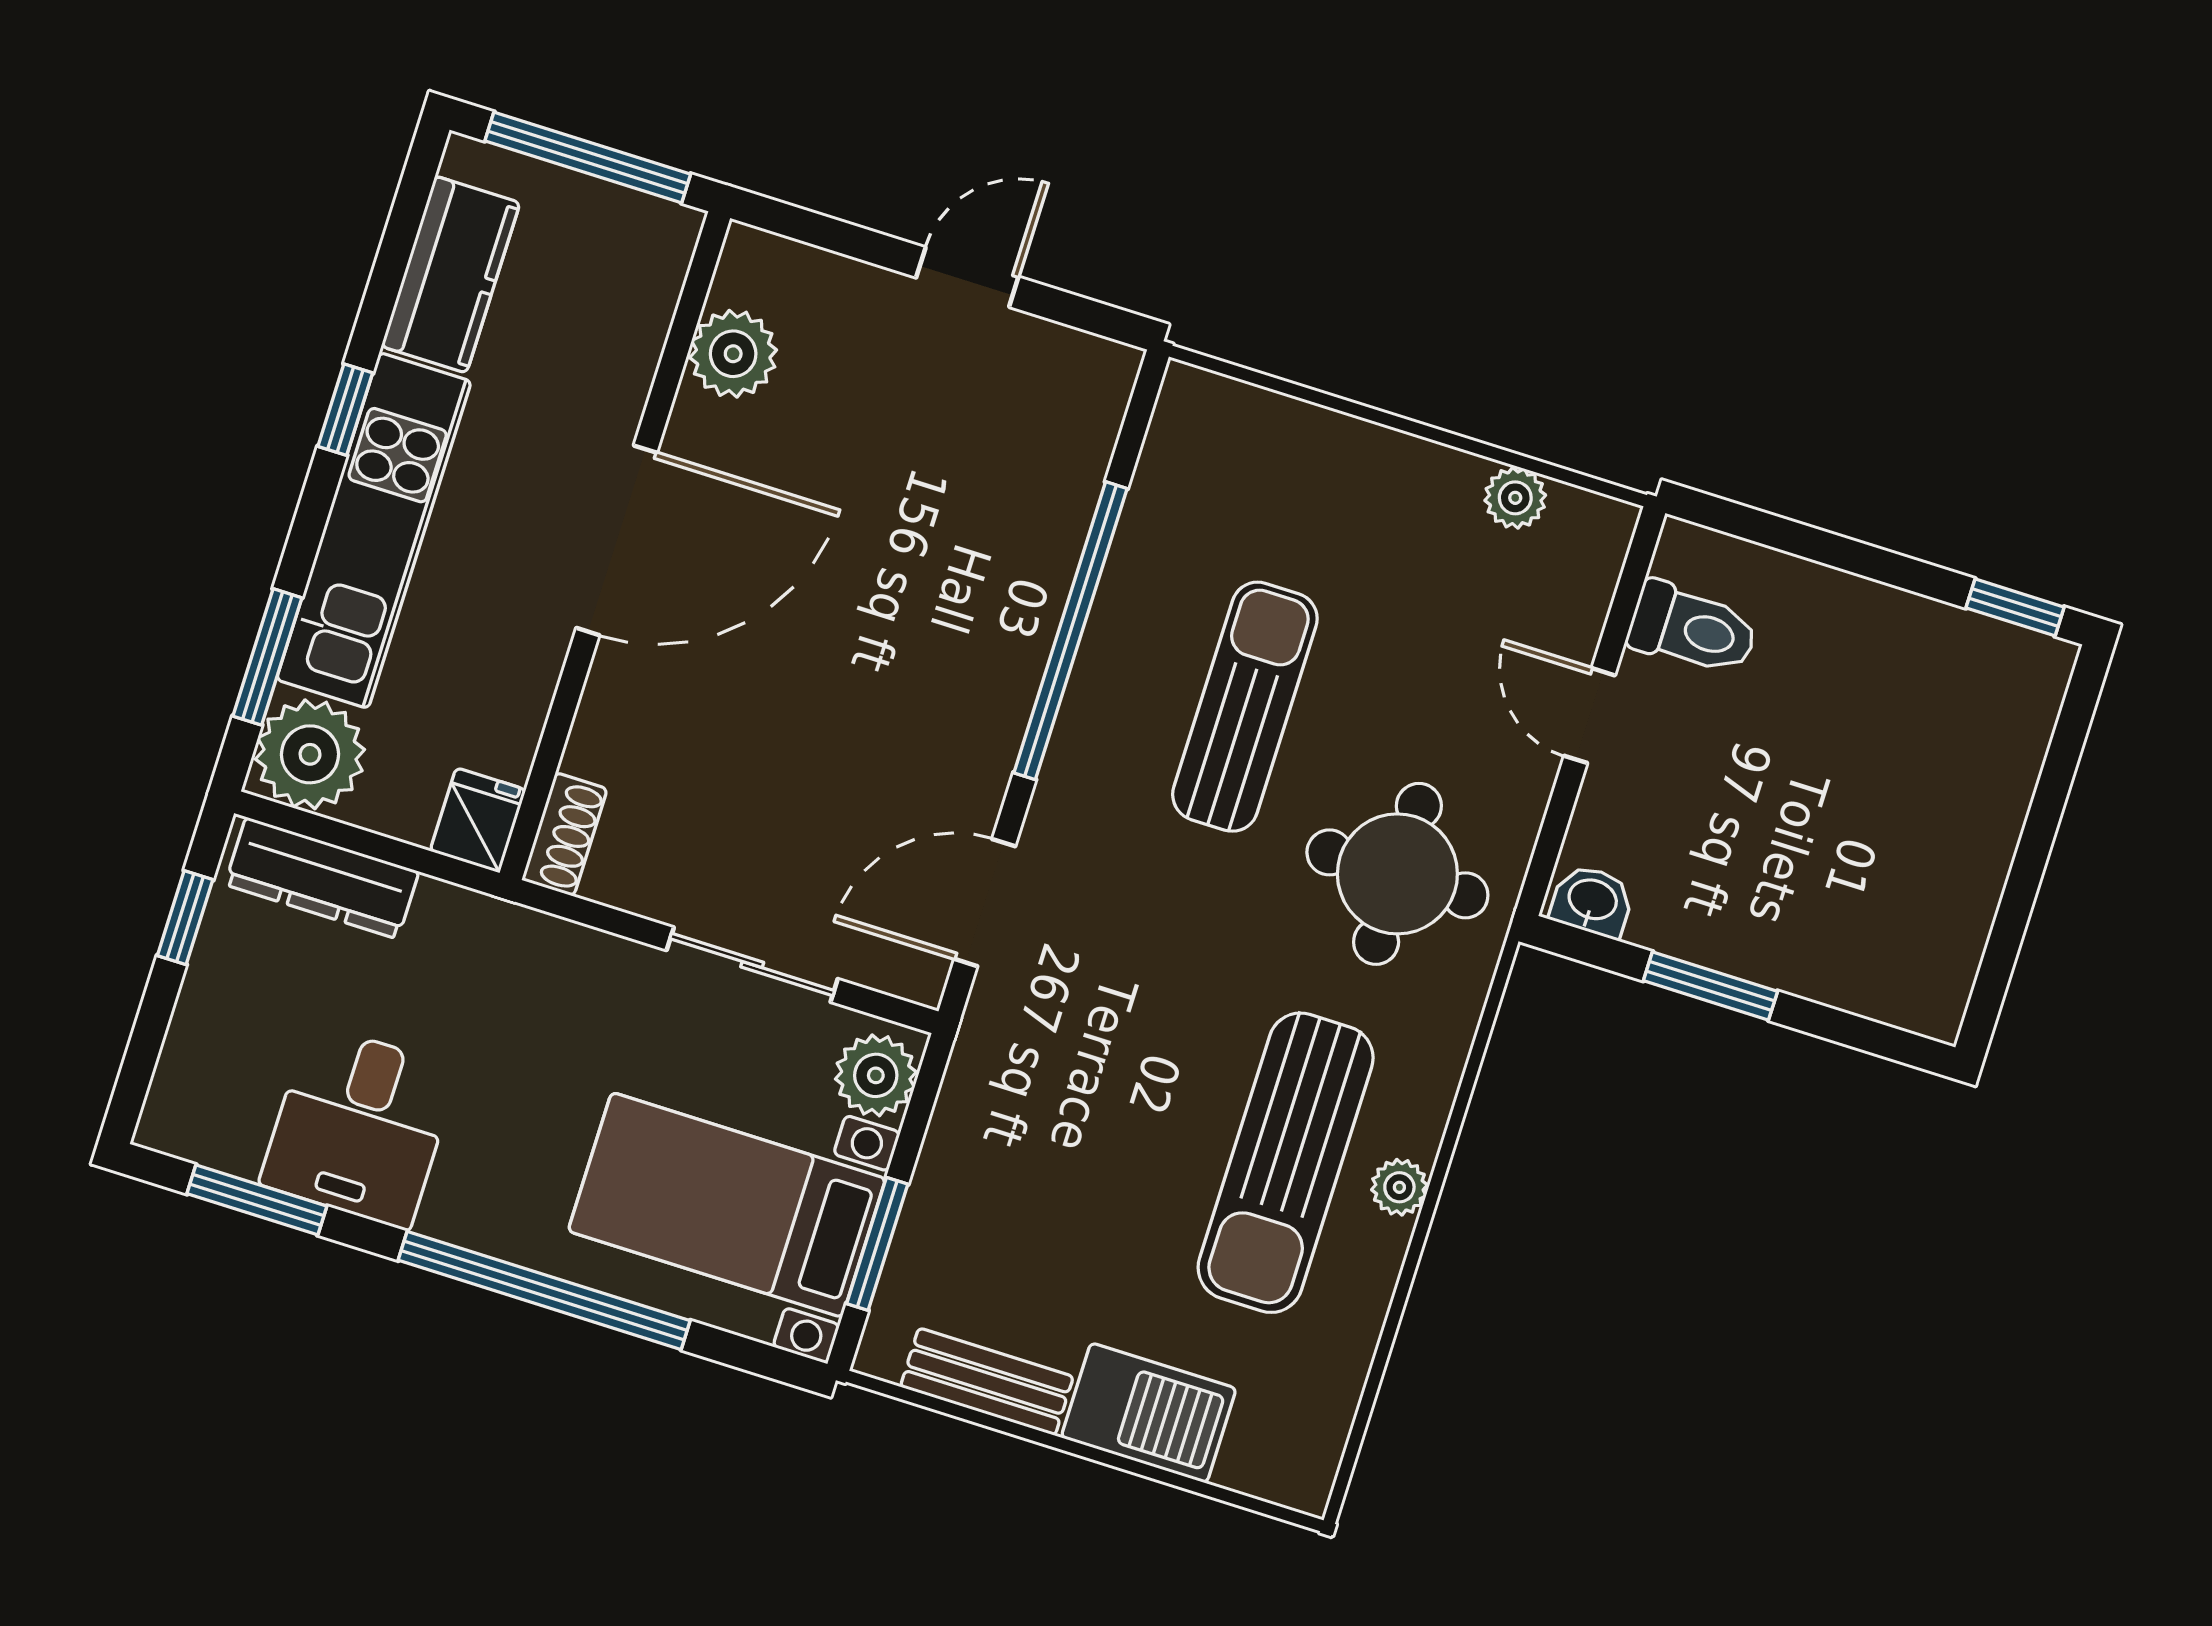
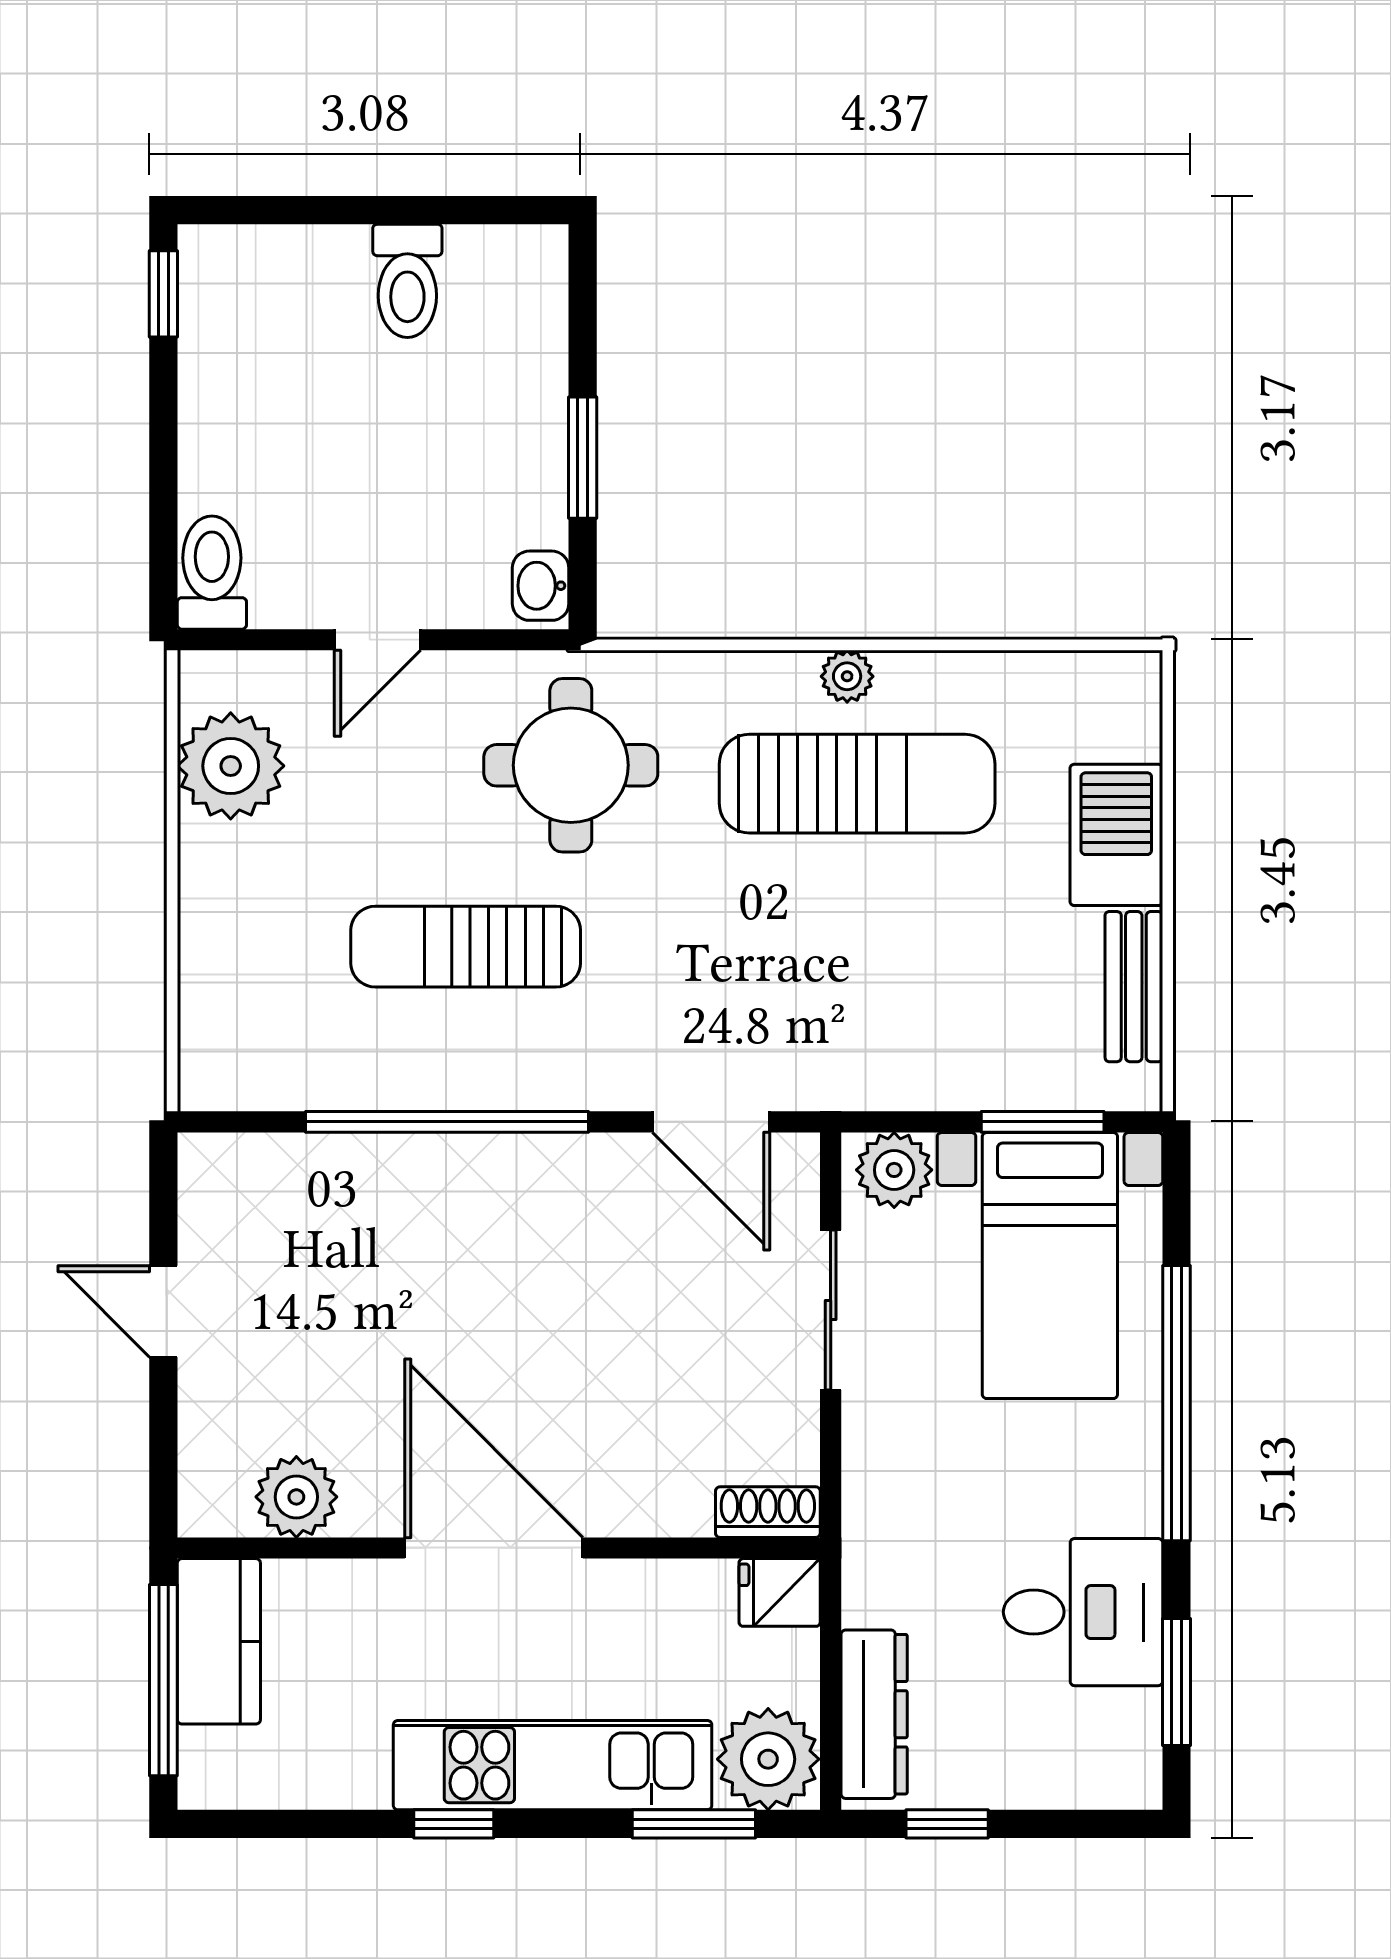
kitchen counter: (451, 274) -> (219, 1641), moved, turned 90
plant: (1515, 498) -> (231, 766), width x1.88, depth x1.88
toilet: (1693, 629) -> (212, 573), moved
toilet: (1949, 863) -> (407, 281), added

